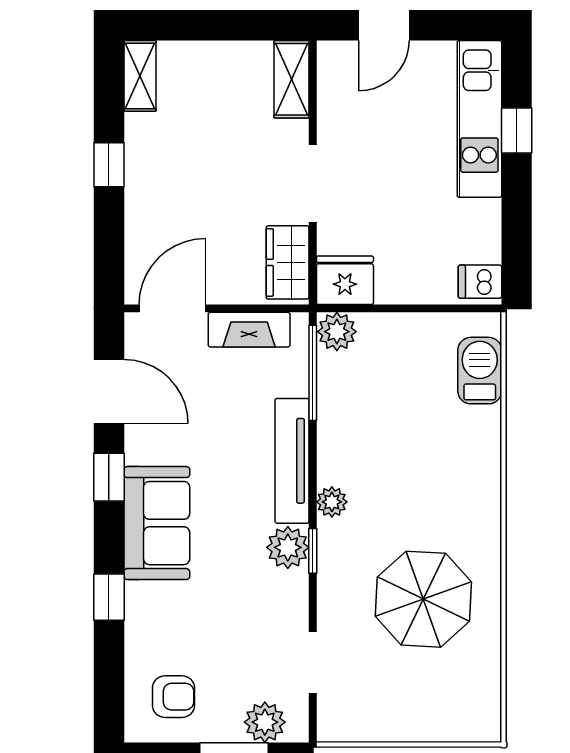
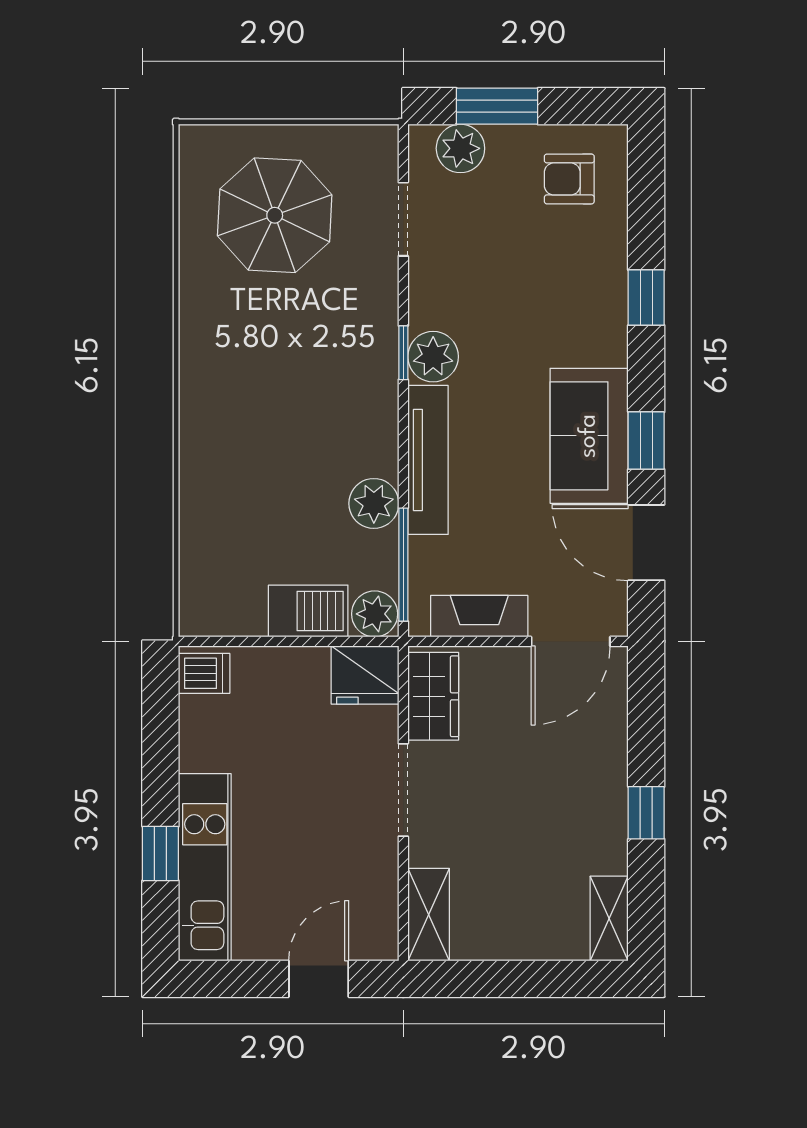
barbecue: (480, 371) -> (308, 611), moved, turned -90
plant: (332, 502) -> (374, 503), moved, width x1.38, depth x1.38
sofa: (157, 523) -> (589, 436), moved
parasol: (423, 599) -> (275, 215), moved

